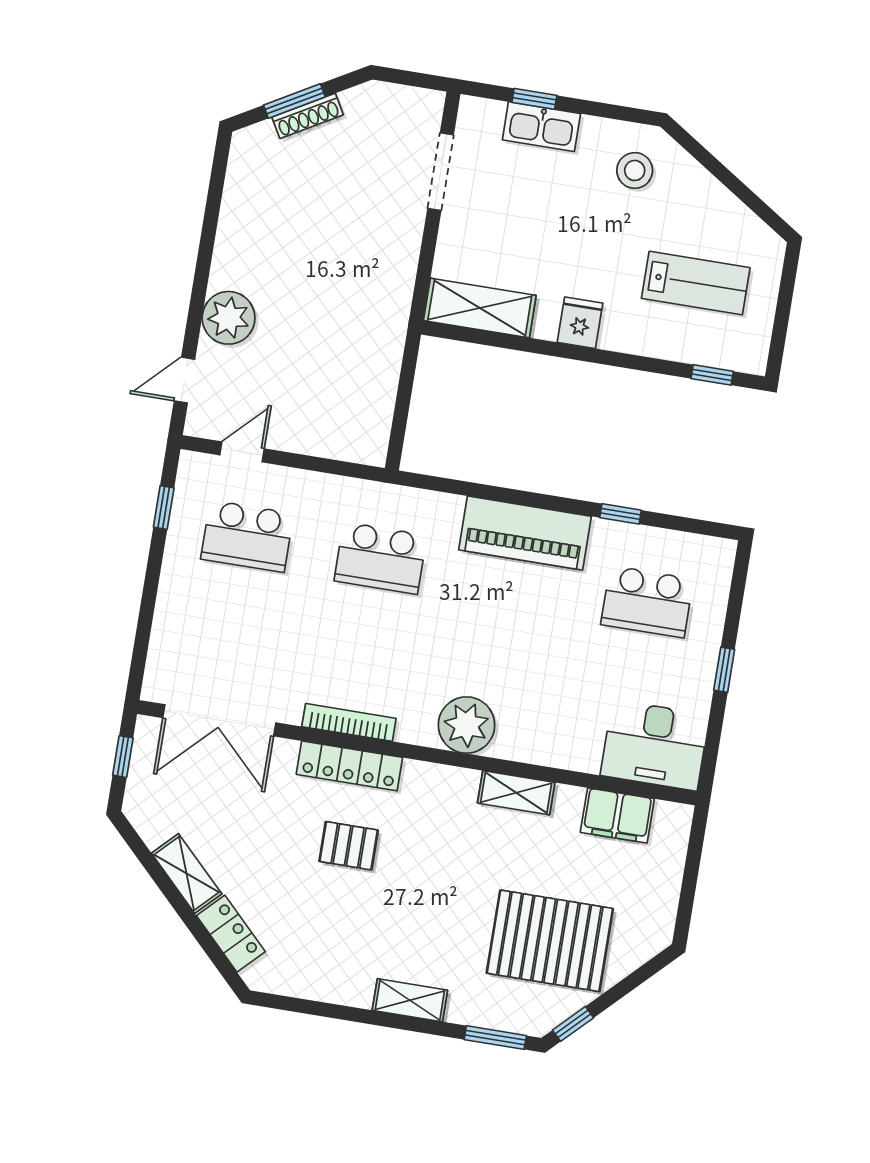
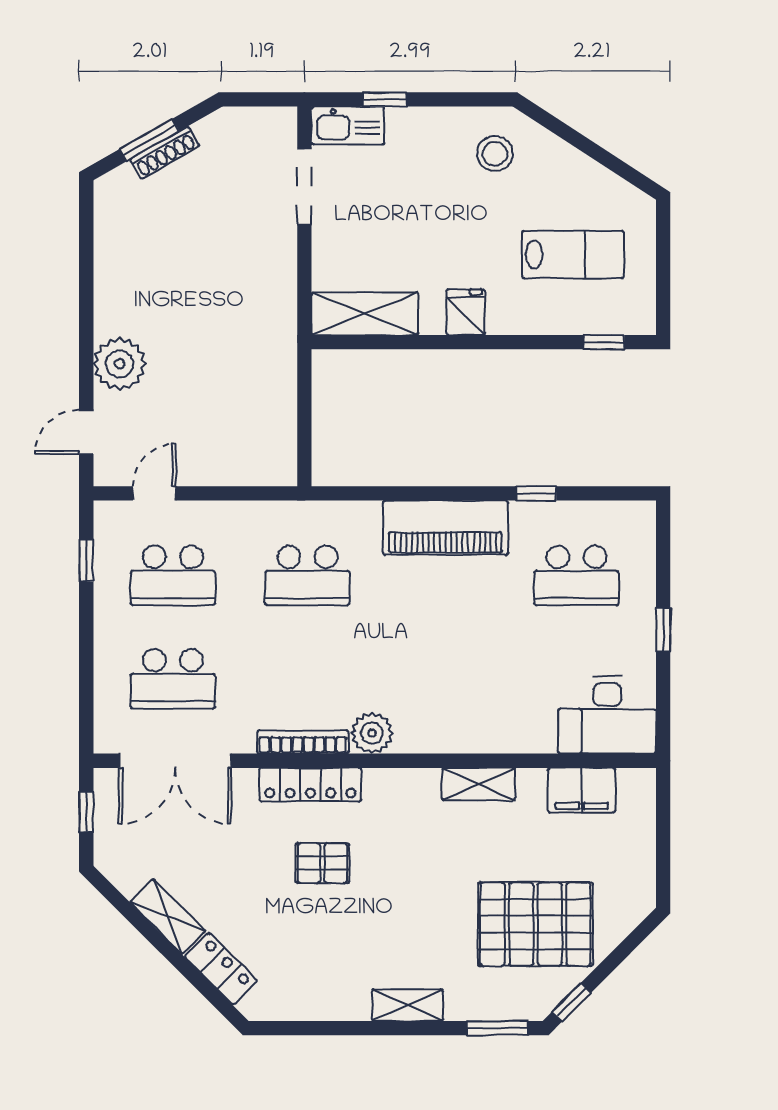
kitchen sink: (541, 127) -> (348, 126), moved
school desk: (230, 639) -> (173, 679), added
plant: (467, 725) -> (372, 733), moved, width x0.73, depth x0.73

